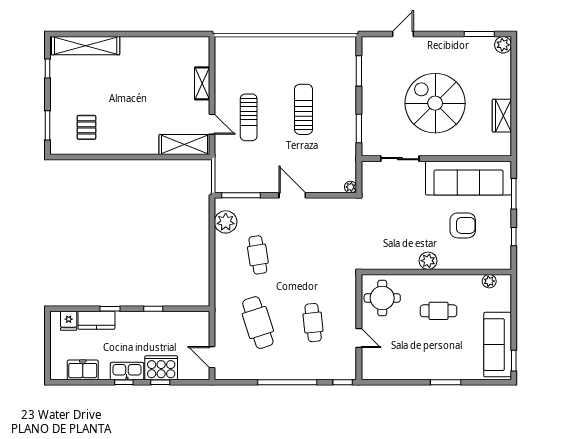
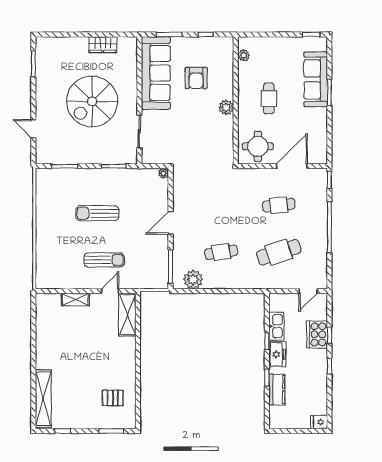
plant: (503, 45) -> (42, 44), removed
armchair: (463, 225) -> (196, 78), turned 180
fridge: (69, 321) -> (319, 422), moved, turned 180
door: (359, 338) -> (292, 166), width x1.87
sofa: (498, 345) -> (316, 79), moved, turned 90
freezer: (83, 370) -> (277, 354), moved, turned 180
kitchen sink: (127, 371) -> (276, 326), moved, turned 180

